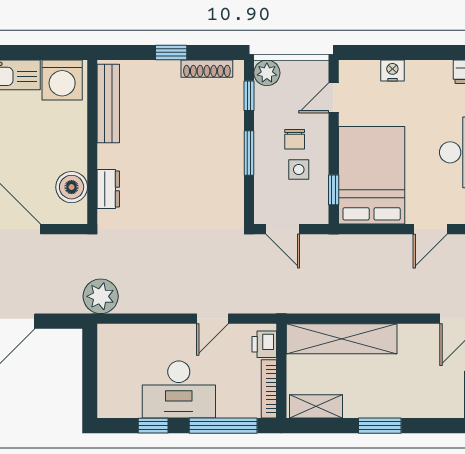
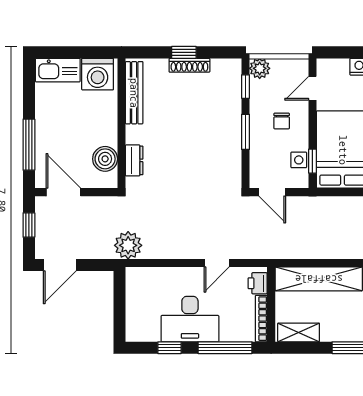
shoe rack: (207, 69) -> (189, 65), moved
side table: (299, 170) -> (299, 160), moved

